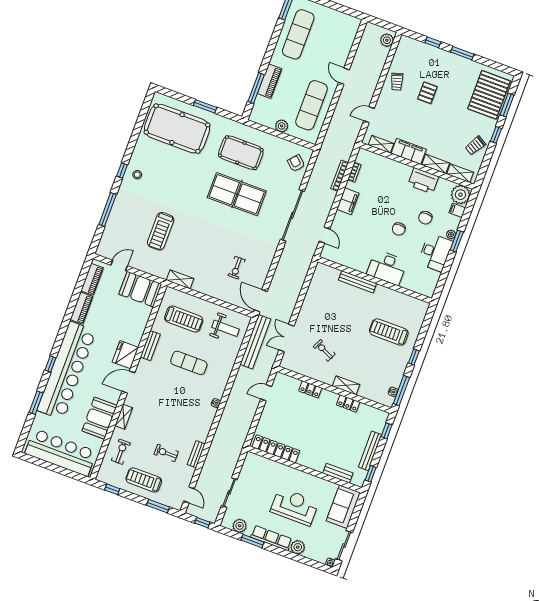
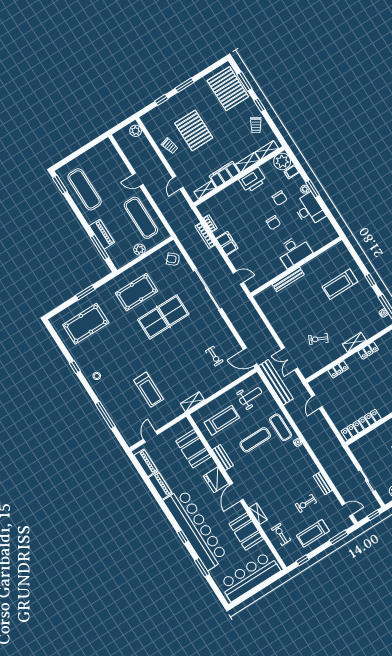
pallet: (427, 93) -> (194, 130), width x2.05, depth x2.00
pool table: (177, 129) -> (86, 324), width x0.73, depth x0.76
window: (122, 170) -> (75, 367), moved
booth: (140, 289) -> (194, 449), moved, turned 90
exercise mat: (218, 377) -> (281, 427), added

